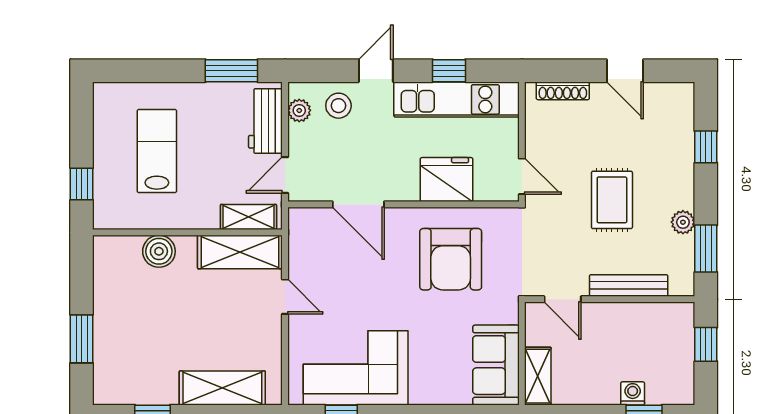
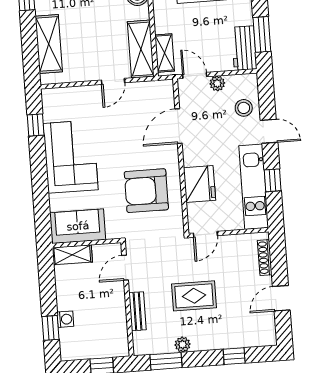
plant: (299, 110) -> (217, 83), moved
workbench: (265, 121) -> (244, 48), moved, turned -90
bench: (629, 285) -> (137, 311), width x0.73
corner sofa: (356, 368) -> (71, 157), moved

